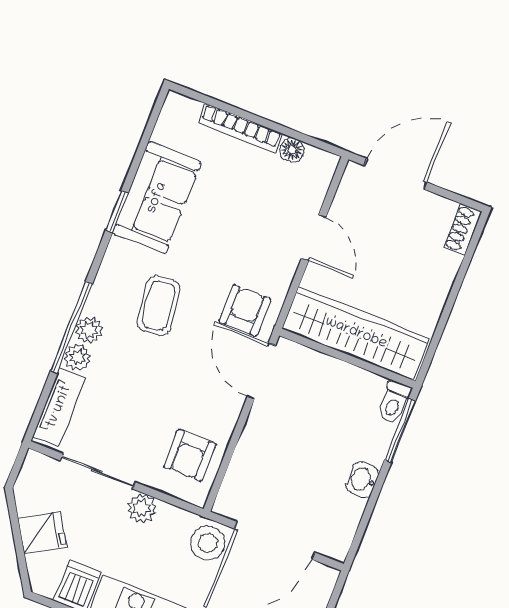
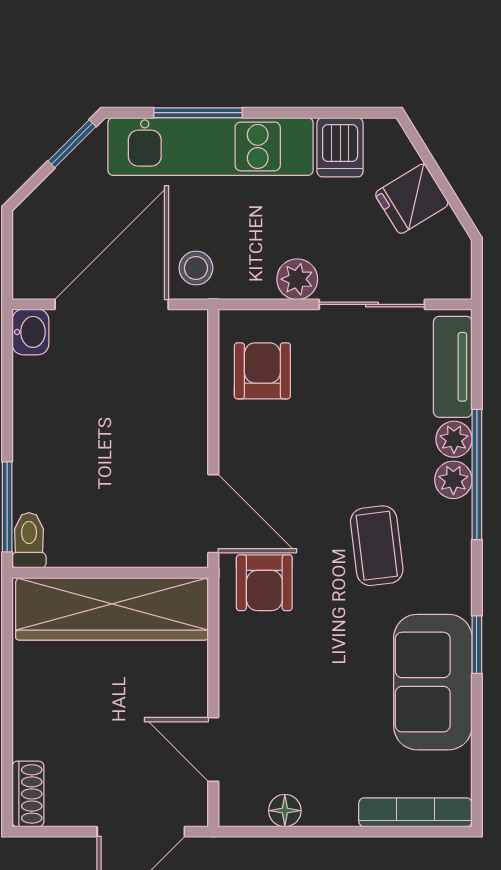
bookcase: (240, 128) -> (415, 812), moved
door: (314, 238) -> (213, 750), moved
washbasin: (362, 480) -> (30, 332), moved
stool: (208, 543) -> (196, 268), width x0.73, depth x0.73

